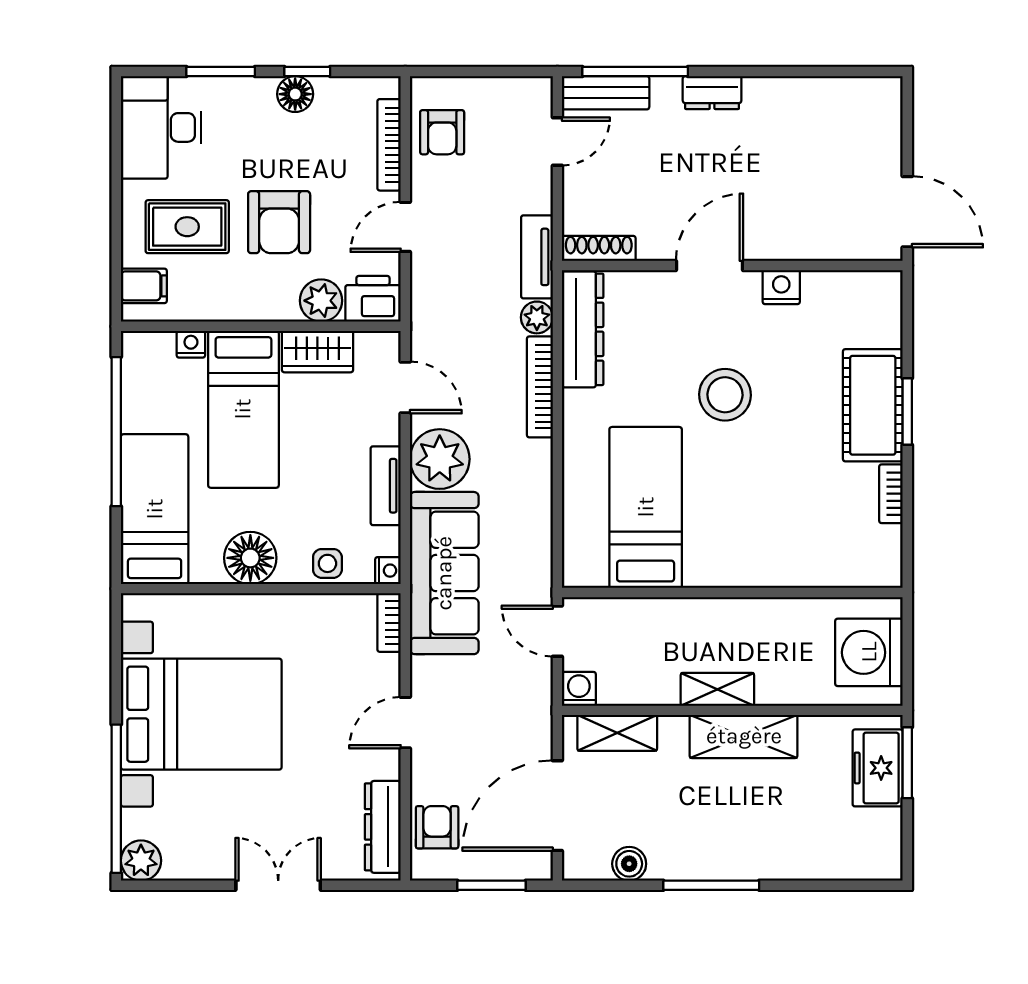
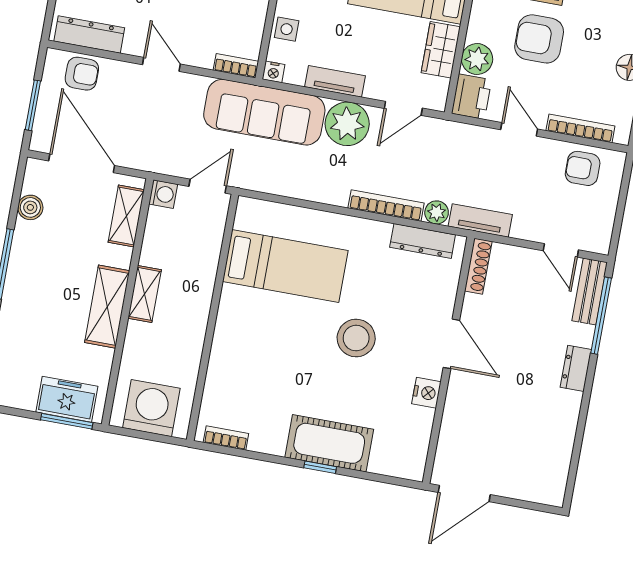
dresser: (583, 329) -> (423, 241), width x0.73, depth x0.80
window: (907, 411) -> (320, 467), width x0.67
bookcase: (891, 494) -> (226, 438), moved

